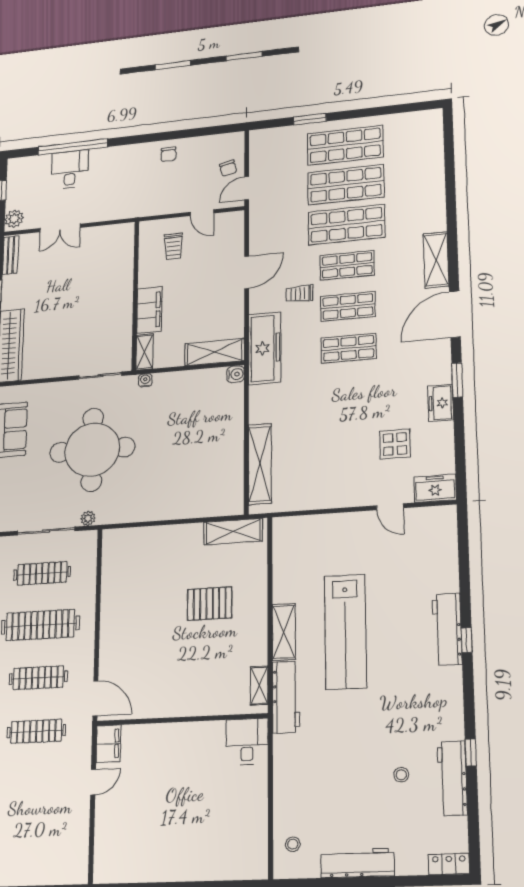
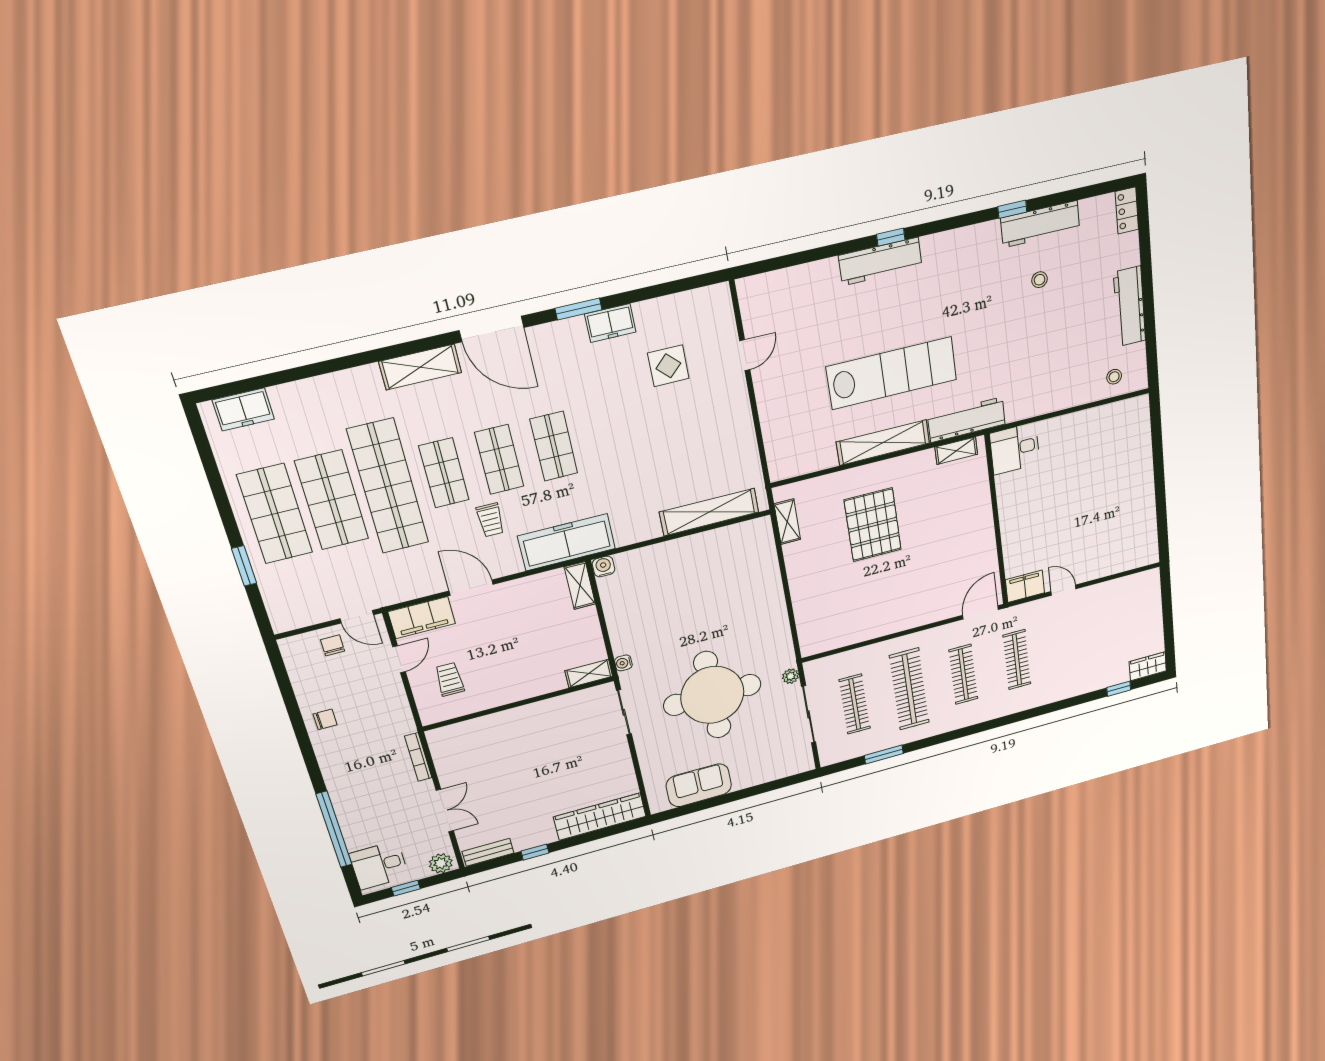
chair: (228, 168) -> (333, 645), turned -76
desk: (70, 169) -> (379, 865), moved
bookcase: (114, 215) -> (418, 757), added
shop shelf: (346, 225) -> (388, 486), width x1.40
trolley: (173, 246) -> (450, 679), turned -89
filing cabinet: (149, 310) -> (422, 618), moved, turned 180
shelving: (215, 352) -> (580, 585), width x0.67, depth x0.75
freezer: (435, 488) -> (243, 410), moved, turned -90
shelving: (233, 532) -> (787, 522), width x0.67, depth x0.75
pallet: (210, 604) -> (873, 525), width x1.37, depth x1.41
shelving: (284, 632) -> (883, 443), width x1.47

